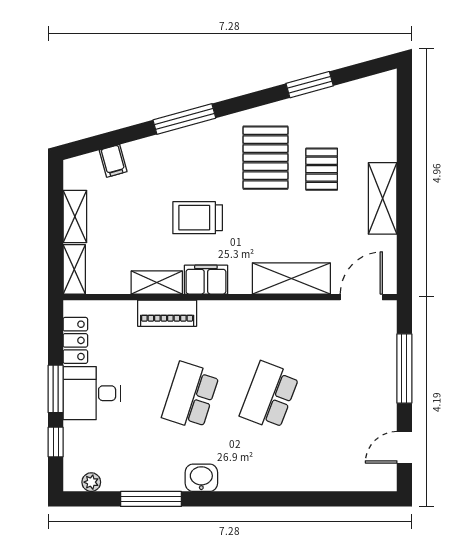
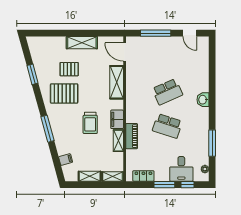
desk: (92, 393) -> (181, 169), moved
school desk: (269, 396) -> (167, 92), turned -45
washbasin: (201, 478) -> (203, 100), moved

